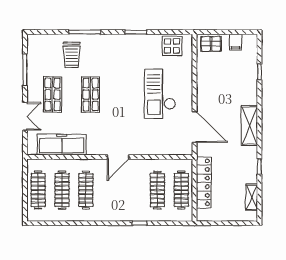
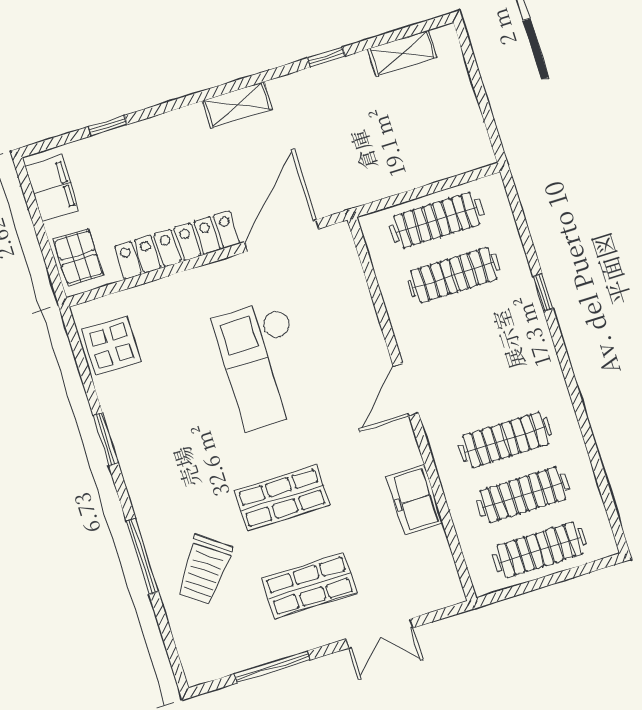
filing cabinet: (236, 42) -> (52, 188), width x2.00
trolley: (72, 55) -> (204, 570), turned 126
checkout: (160, 94) -> (264, 364), moved, turned 90
double door: (25, 116) -> (380, 633), swing flipped
shelving: (249, 126) -> (237, 105), width x0.67, depth x0.75
freezer: (62, 145) -> (415, 500), width x0.52, depth x0.79
door: (118, 157) -> (406, 390), swing flipped
locker: (204, 182) -> (177, 245), moved

